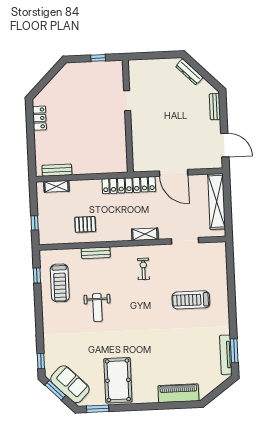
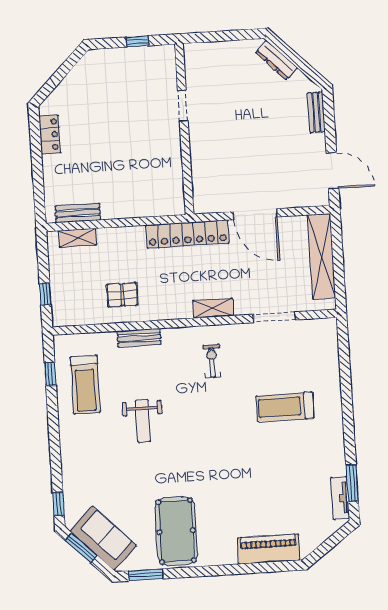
tv unit: (226, 355) -> (340, 498), width x0.71

